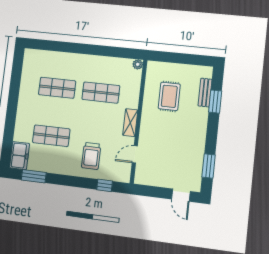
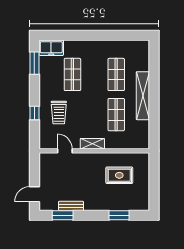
shelving: (84, 61) -> (143, 96), added
plant: (138, 64) -> (145, 145), removed
bench: (205, 93) -> (71, 206), moved
trolley: (91, 156) -> (59, 113), turned -90
window: (105, 185) -> (34, 113), moved

